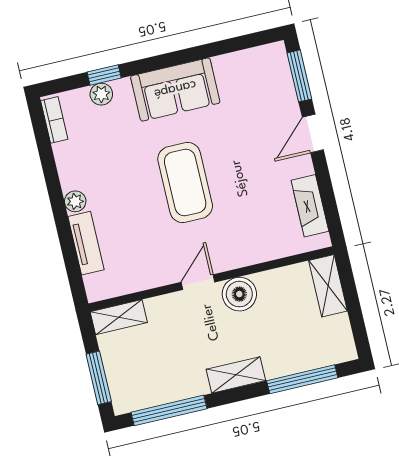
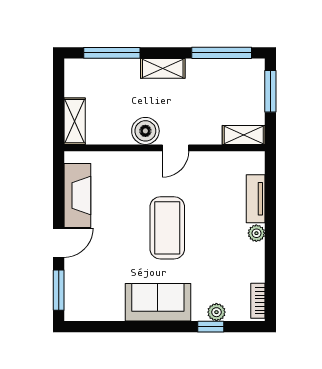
fireplace: (310, 206) -> (77, 196), width x1.37, depth x1.32

